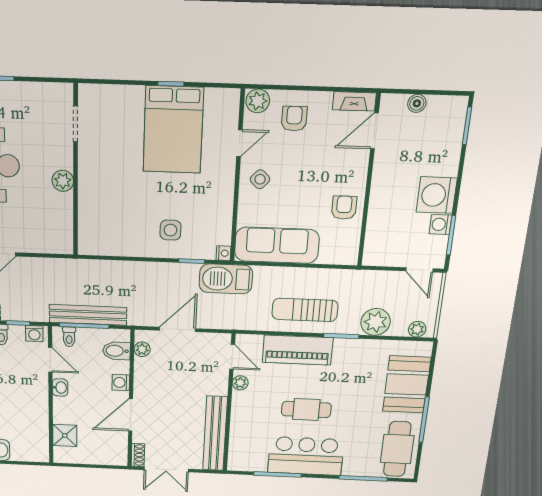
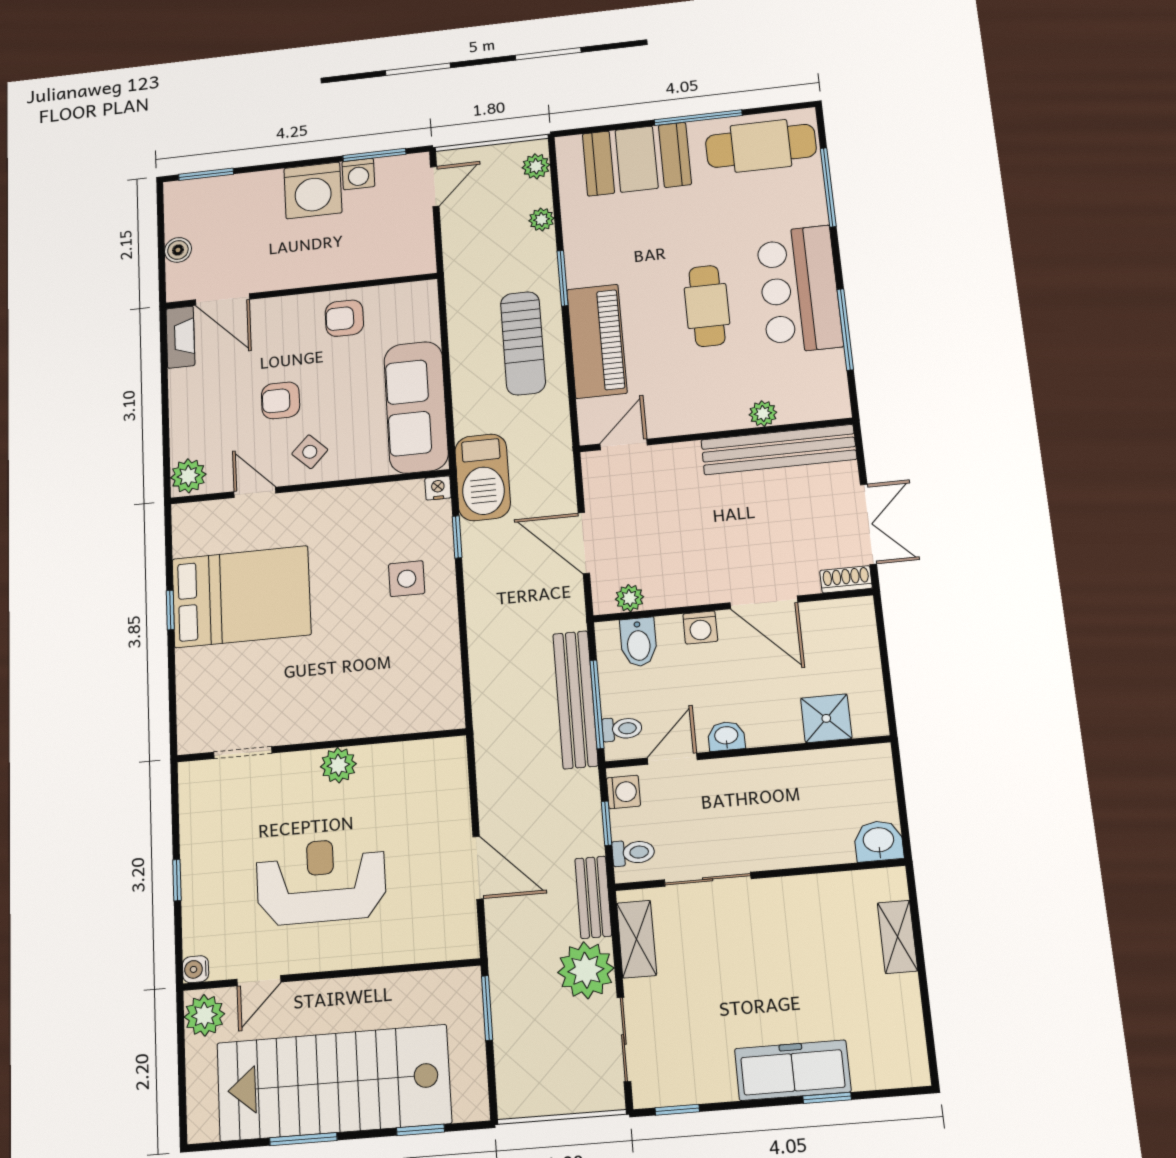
armchair: (294, 119) -> (281, 400), moved
plant: (376, 322) -> (541, 220), width x0.53, depth x0.53
plant: (240, 383) -> (763, 414), moved

